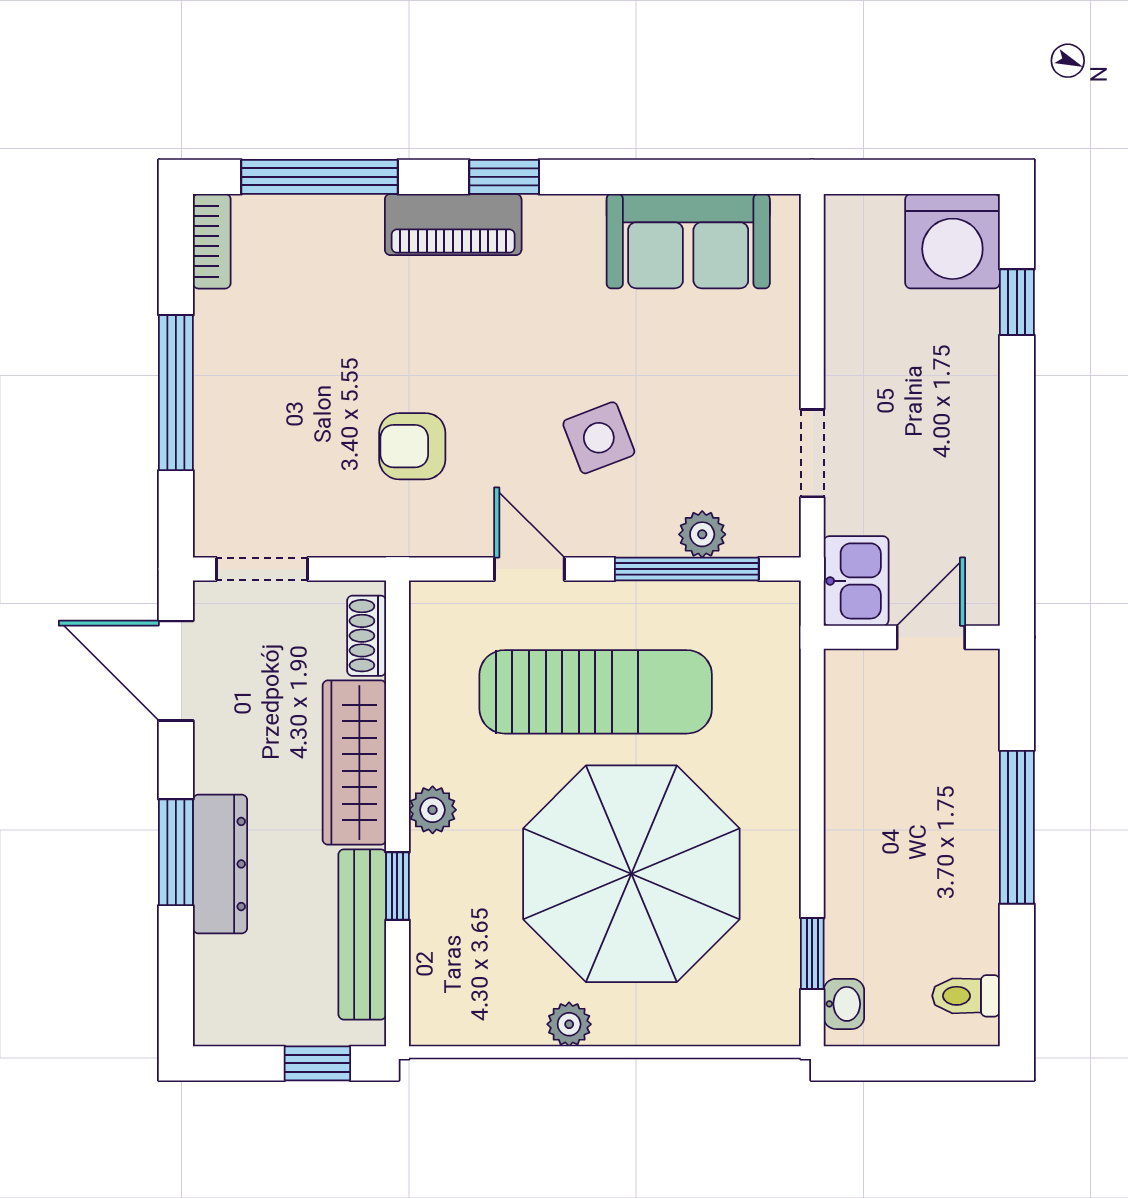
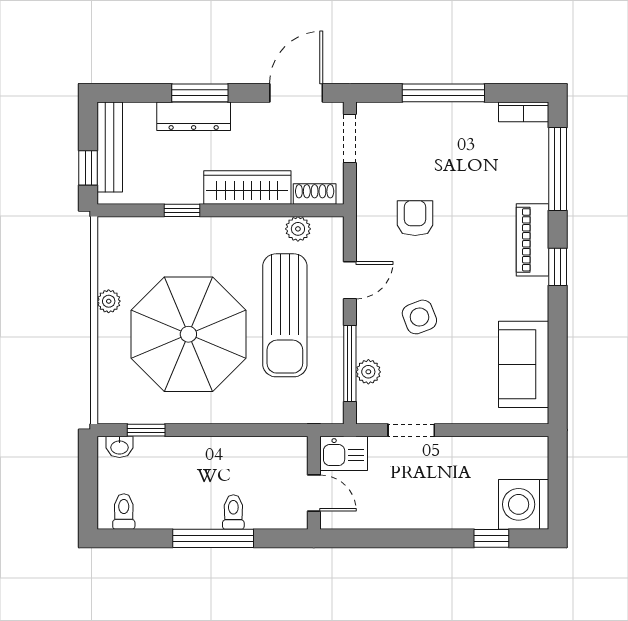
toilet: (967, 789) -> (233, 512), added
plant: (433, 810) -> (298, 229), moved
bench: (362, 934) -> (110, 147), moved, turned 90

